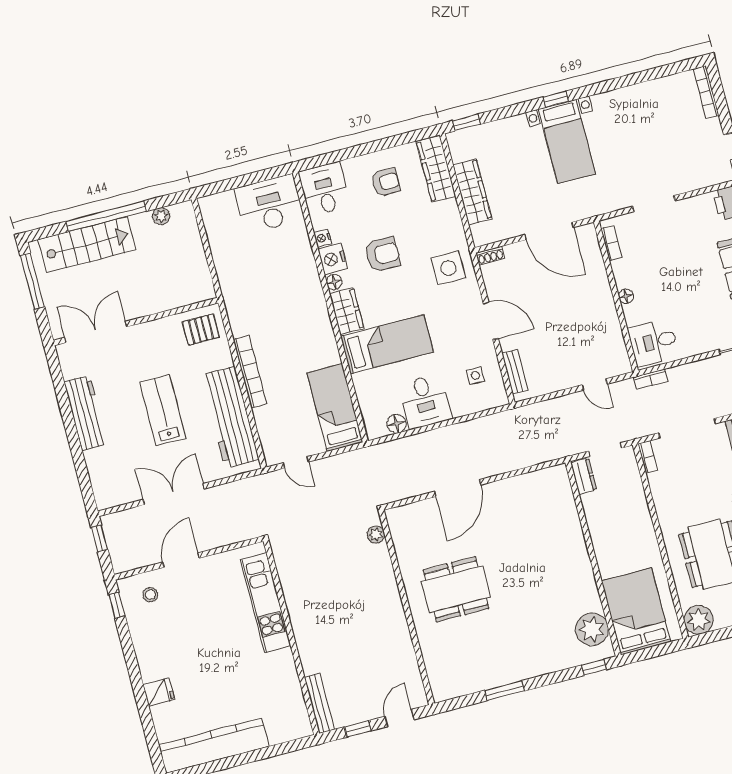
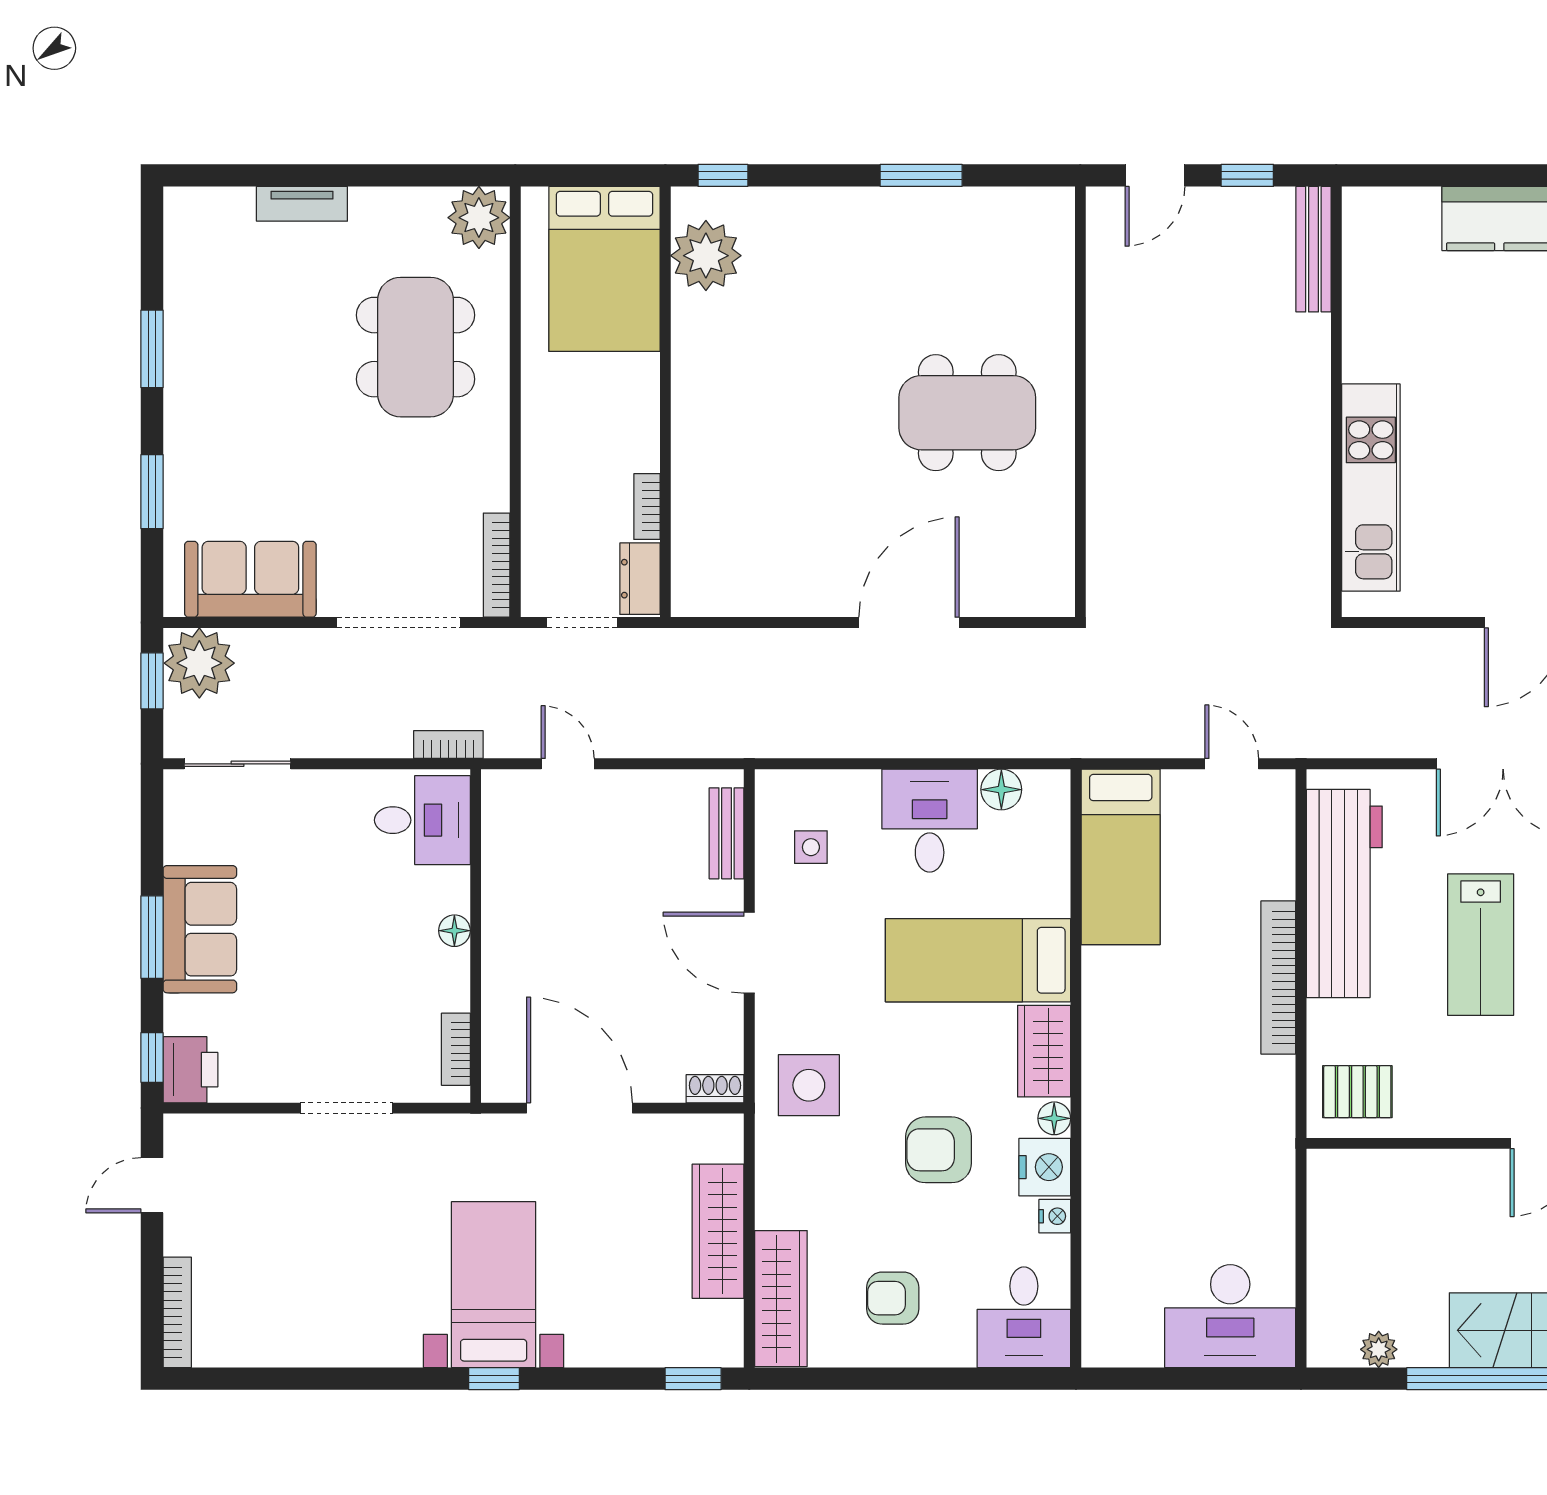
desk: (269, 204) -> (1230, 1316), moved
bookcase: (648, 457) -> (497, 565), width x1.56
bookcase: (589, 510) -> (647, 507), added
plant: (376, 534) -> (1104, 570), removed

